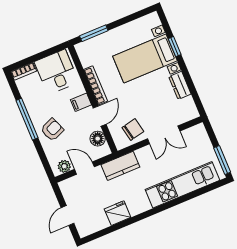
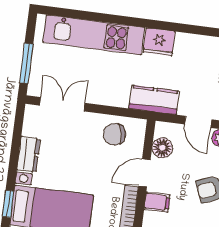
double door: (164, 135) -> (62, 104), moved
window: (222, 160) -> (26, 63), moved
fridge: (118, 213) -> (159, 42), moved

